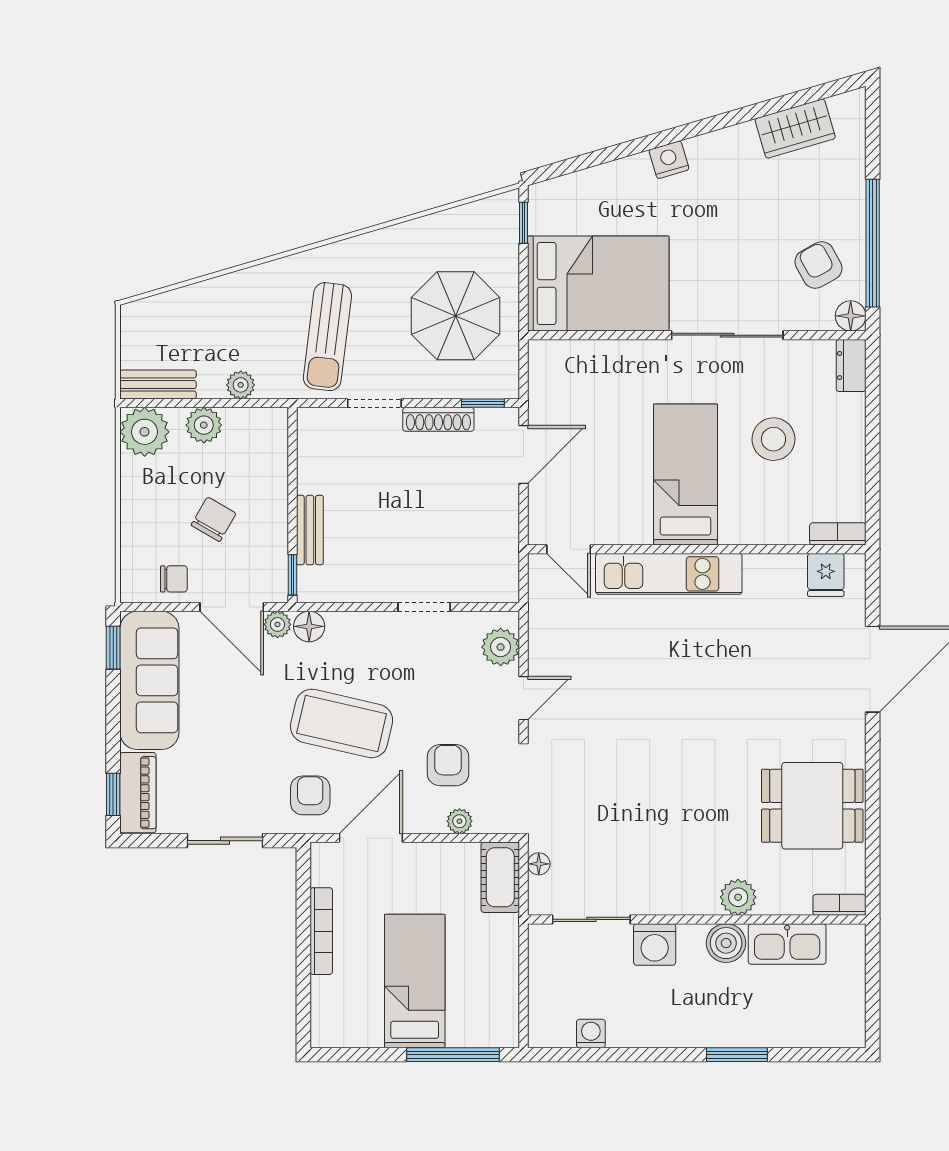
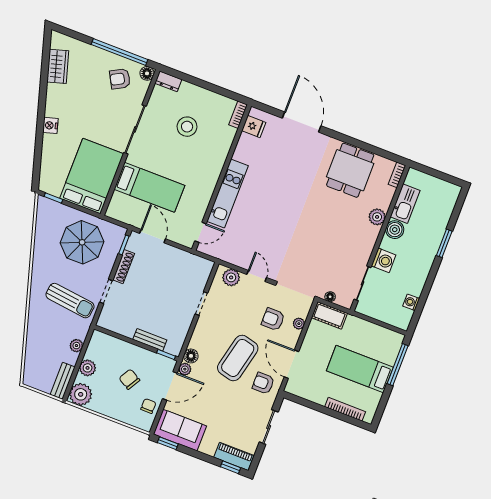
bed: (685, 474) -> (149, 187), moved, turned 180
sofa: (149, 680) -> (180, 430), width x0.73
bookcase: (321, 931) -> (345, 409), moved

